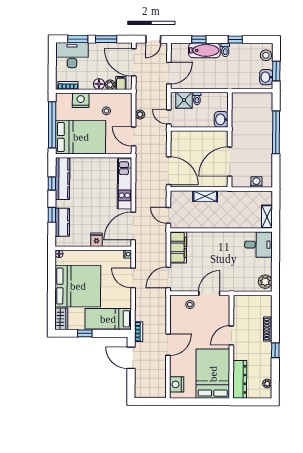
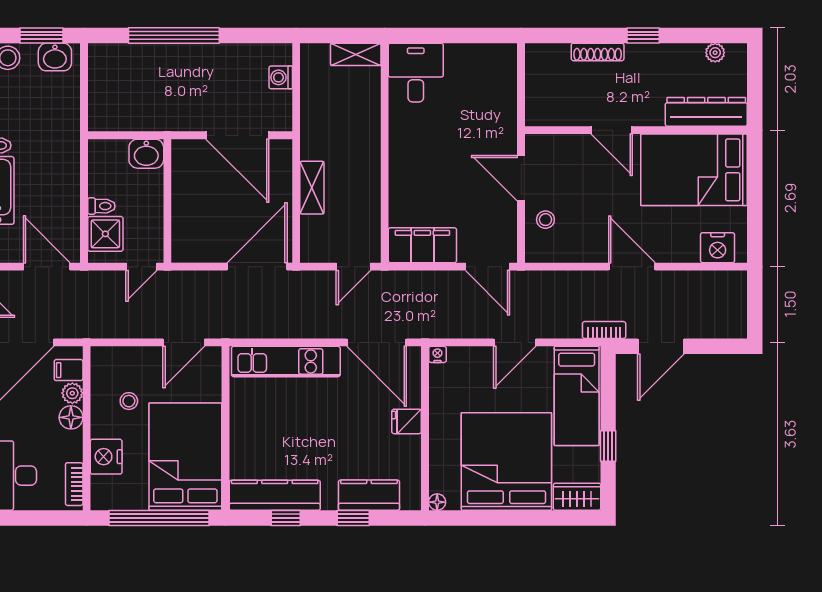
plant: (140, 115) -> (137, 329), removed
door: (133, 278) -> (515, 342), moved
plant: (265, 282) -> (495, 58), removed

